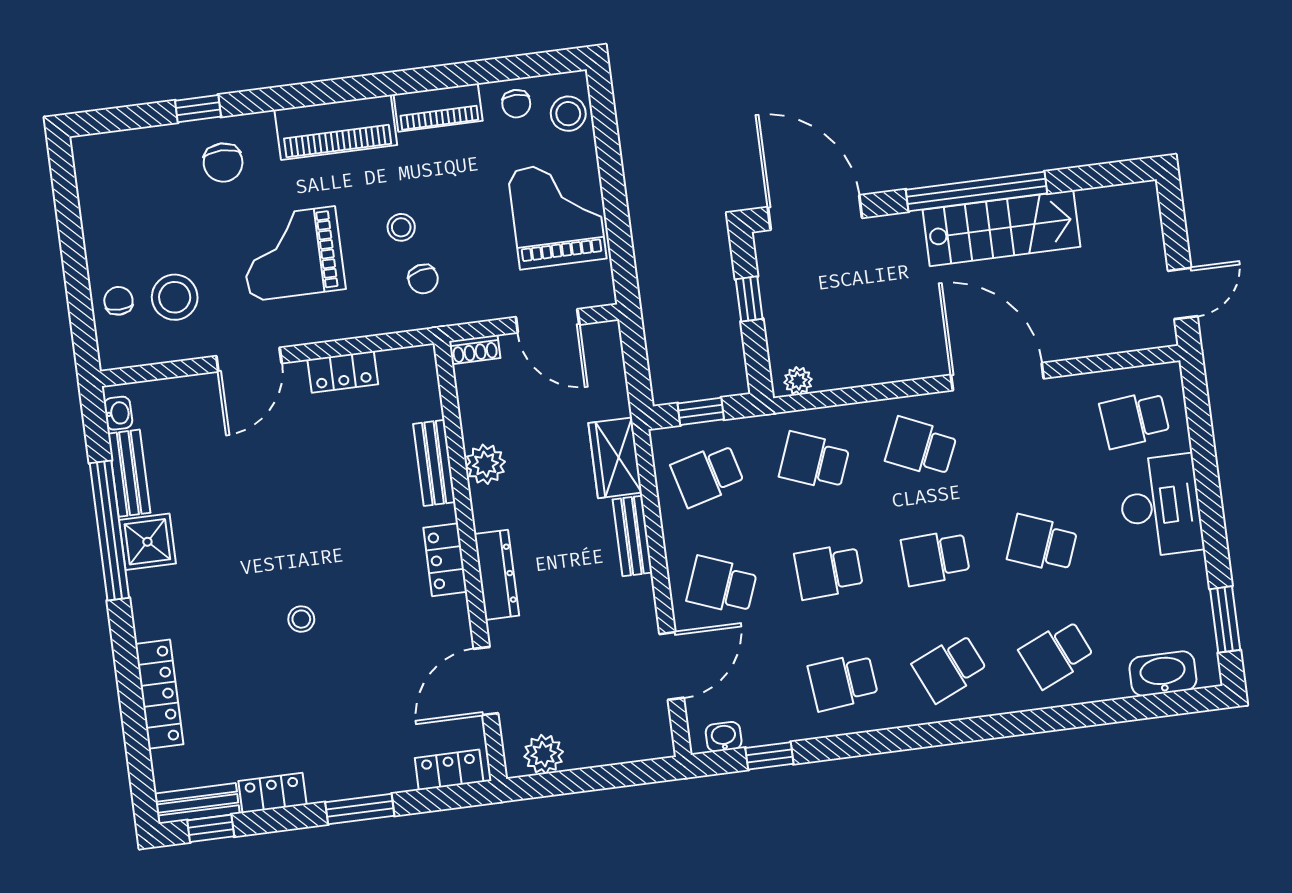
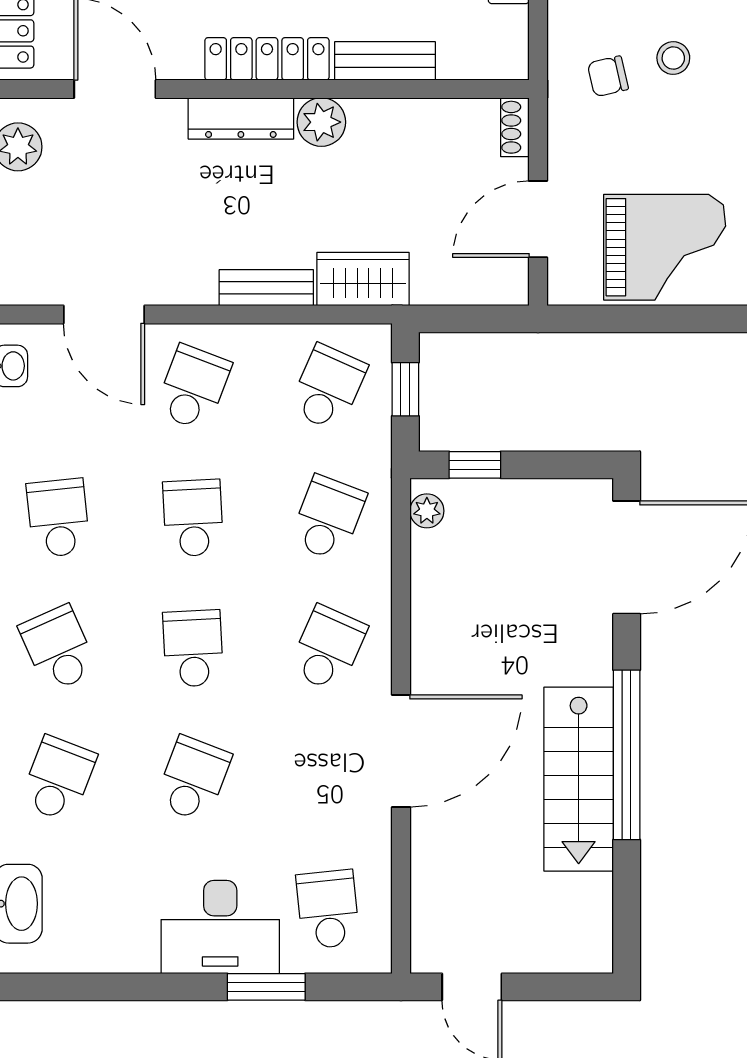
window: (749, 299) -> (475, 465), moved
plant: (485, 464) -> (321, 122), moved
school desk: (708, 475) -> (328, 388), turned 39
locker: (445, 560) -> (267, 59), width x1.53
window: (1225, 619) -> (266, 987), moved
school desk: (1057, 654) -> (58, 779), turned 45

